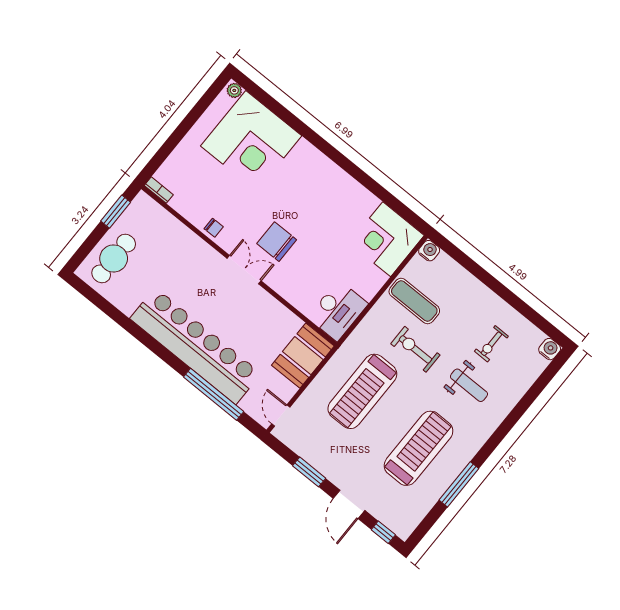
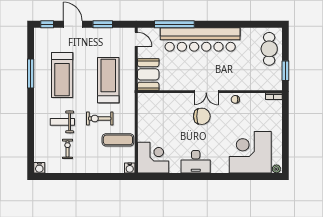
desk: (338, 311) -> (196, 162), moved, turned -90
exercise bike: (415, 349) -> (100, 119), turned 180

